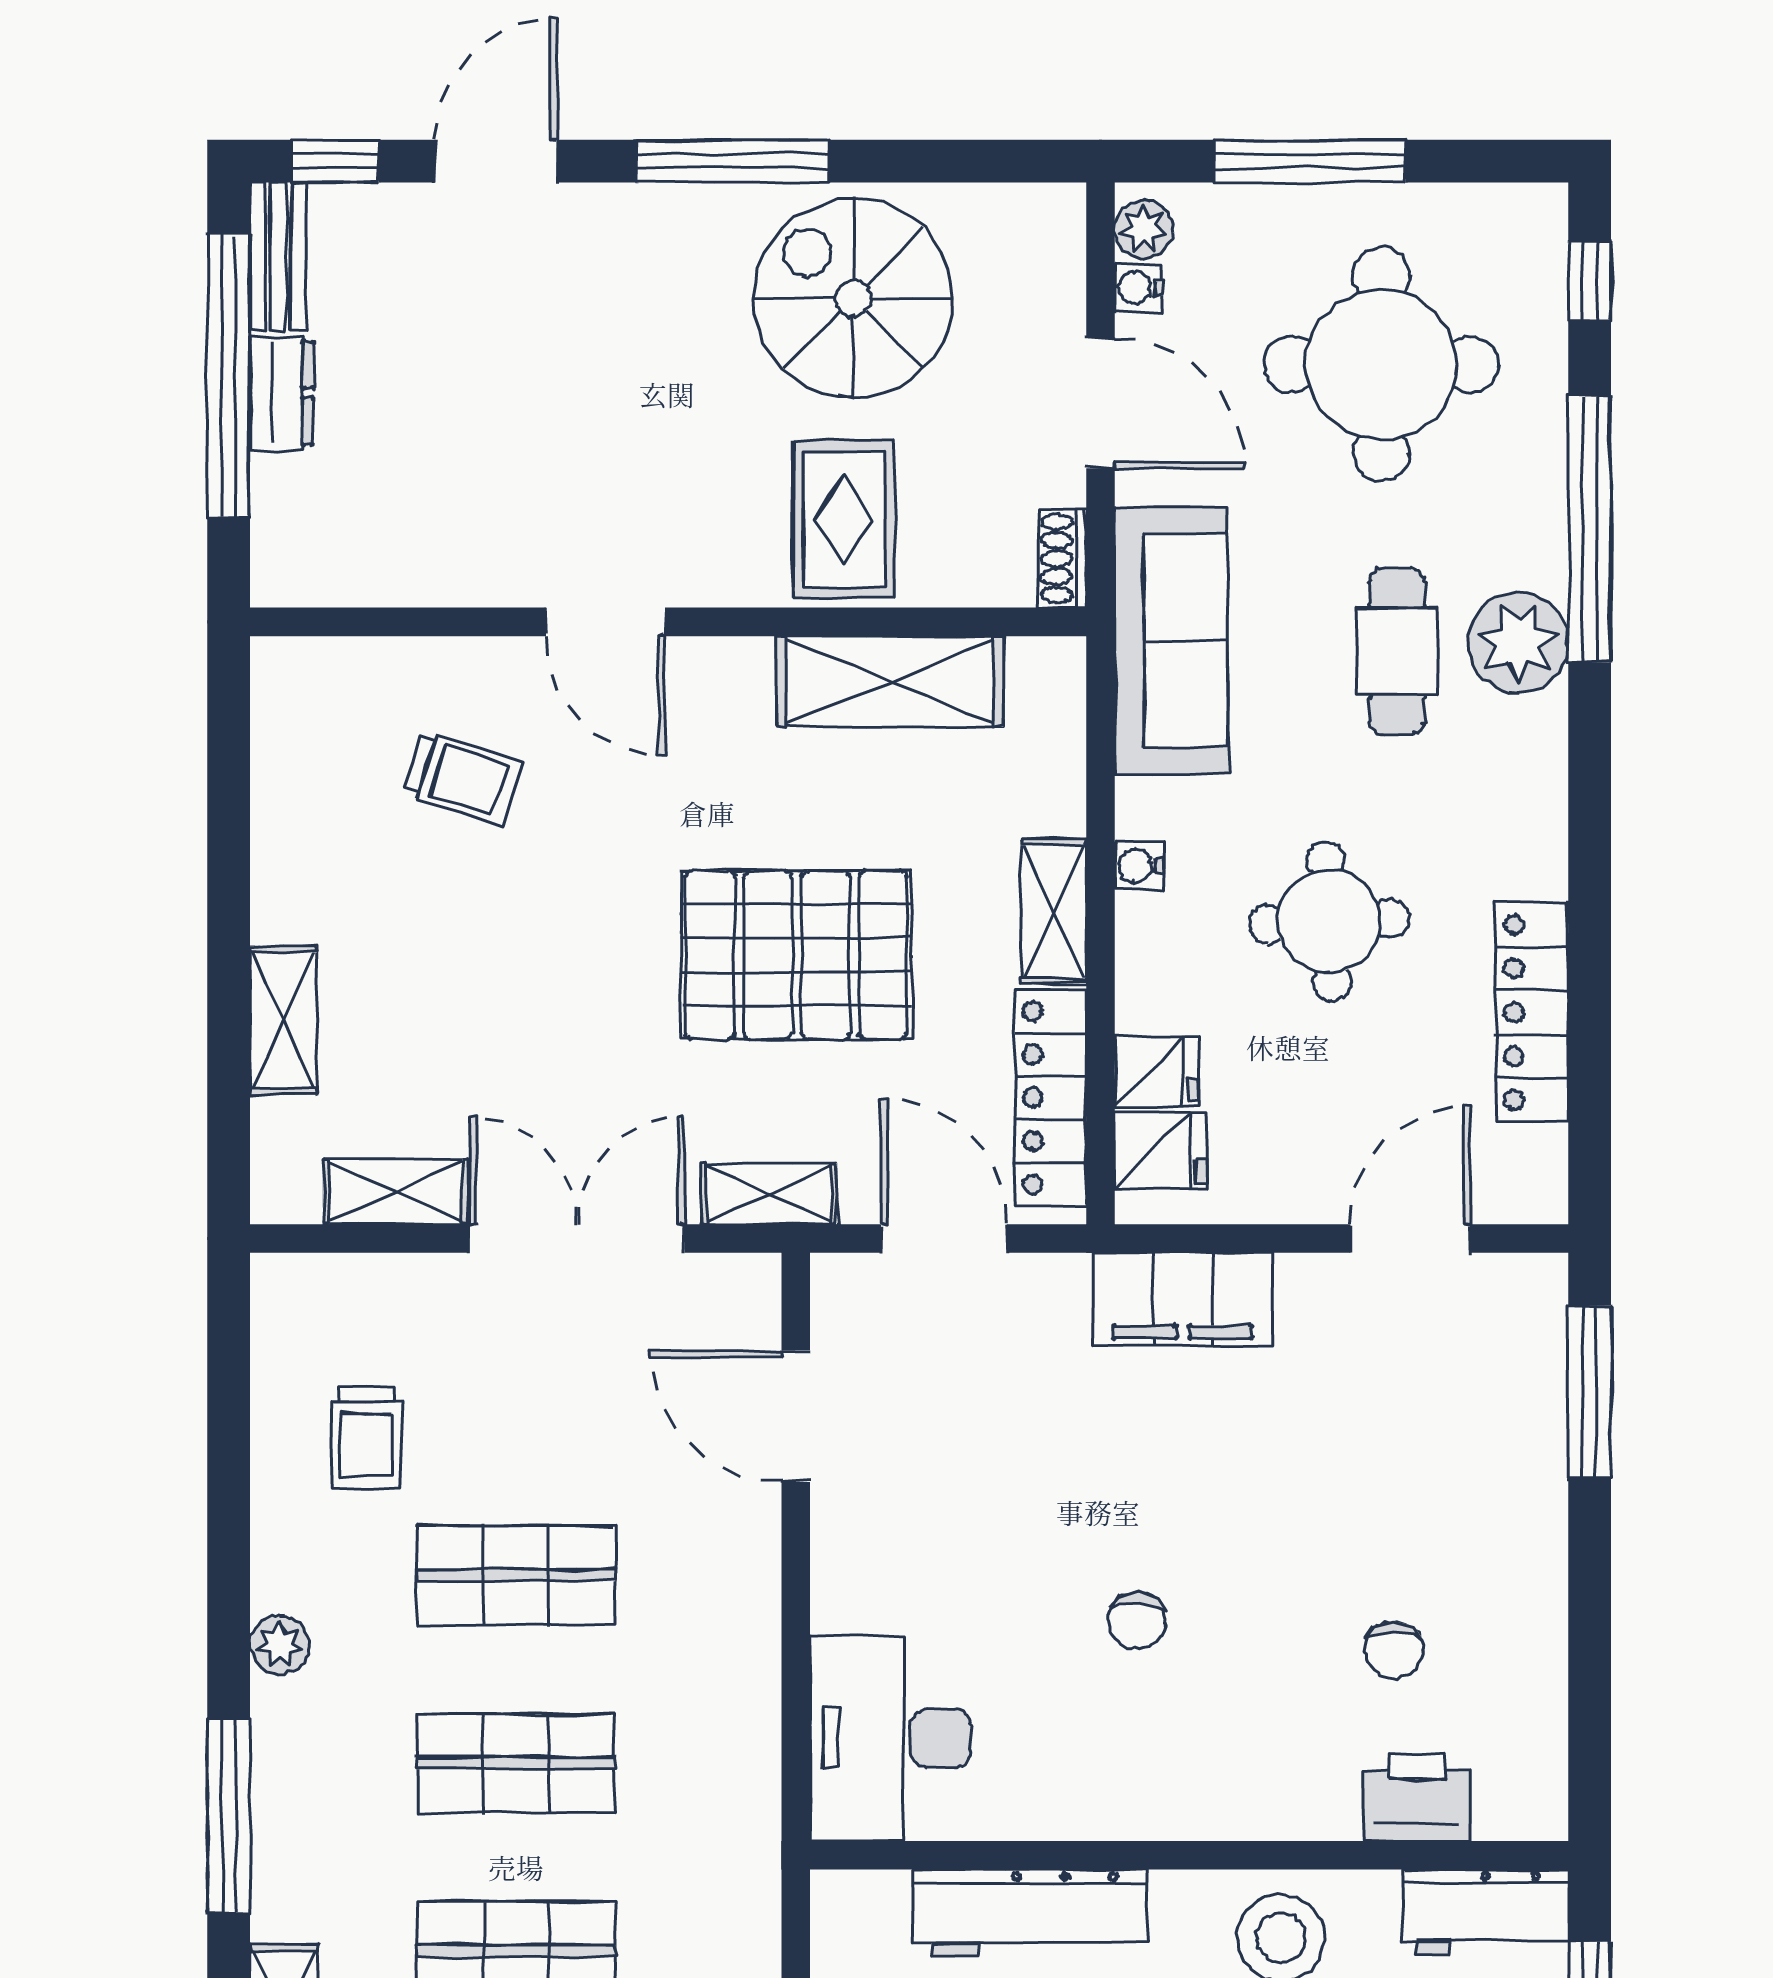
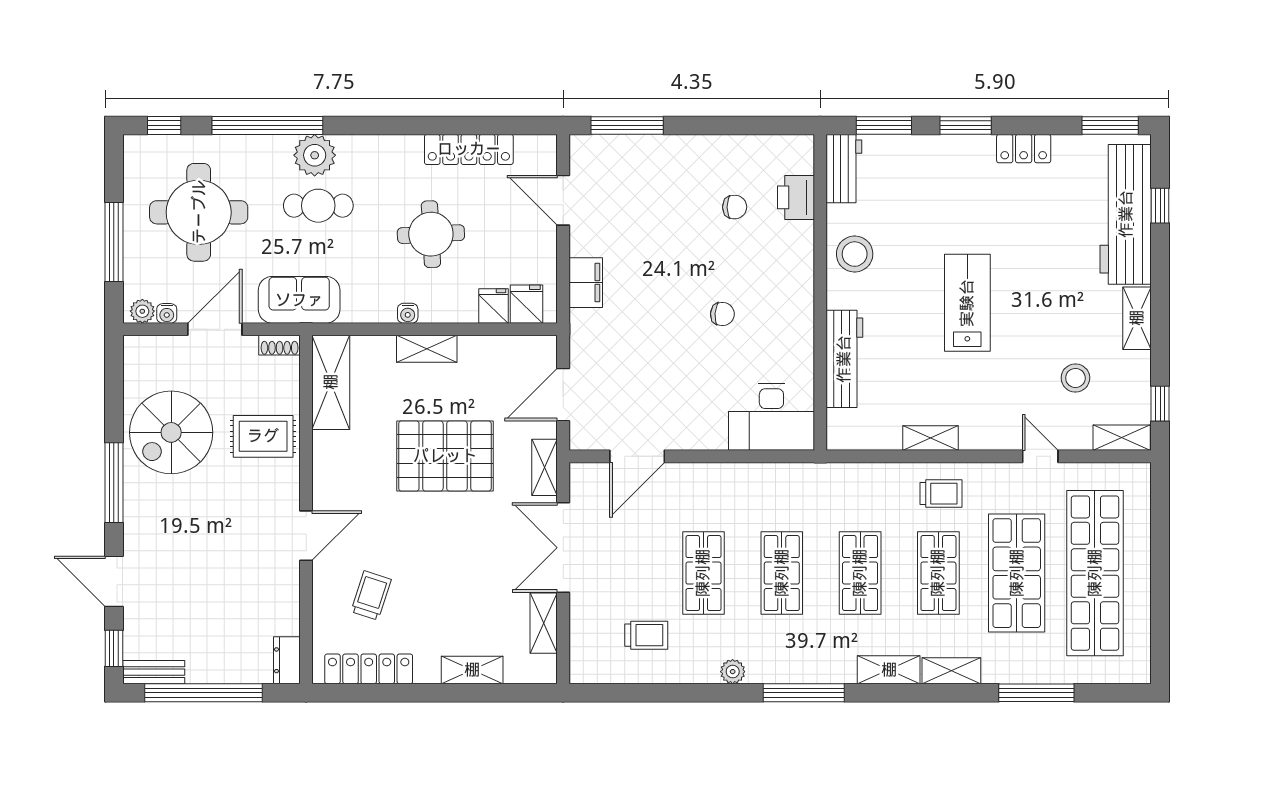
dresser: (282, 393) -> (287, 660), moved, turned -90
sofa: (1171, 640) -> (299, 300), width x0.73
shelving: (890, 681) -> (331, 382), moved
pallet: (797, 955) -> (445, 456), turned 90
locker: (1050, 1098) -> (369, 669), moved, turned 180
filing cabinet: (1183, 1299) -> (586, 283), width x0.67, depth x0.86

